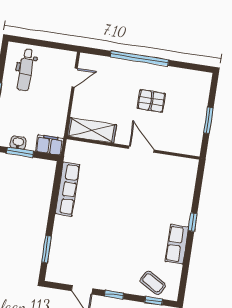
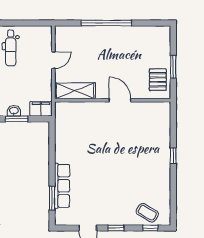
door: (75, 78) -> (53, 60), moved
pallet: (151, 101) -> (158, 80), moved, turned 90
row of seats: (67, 189) -> (62, 186), moved
row of seats: (177, 244) -> (163, 177), removed

